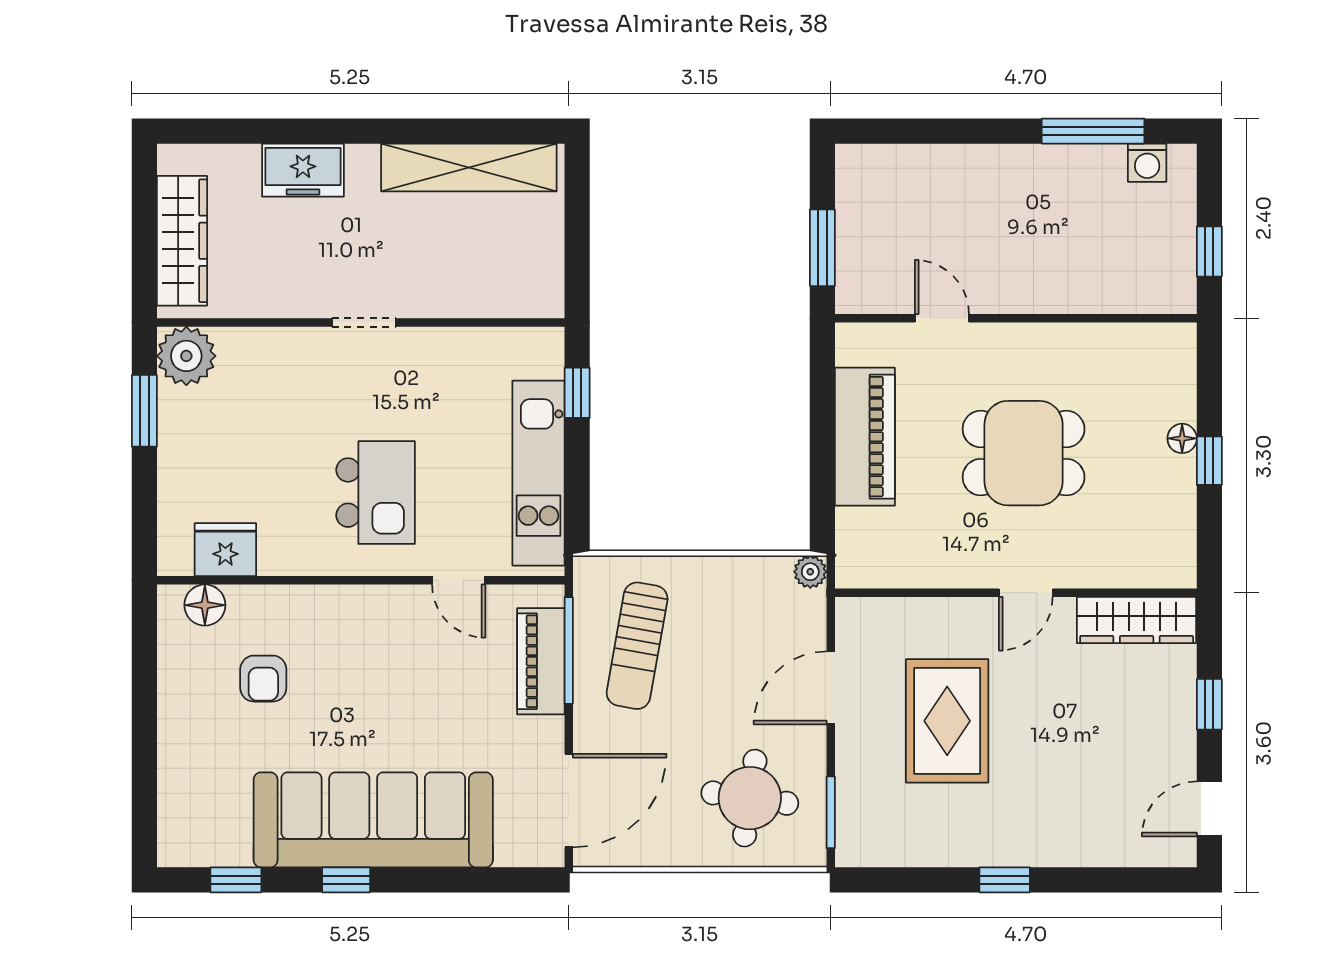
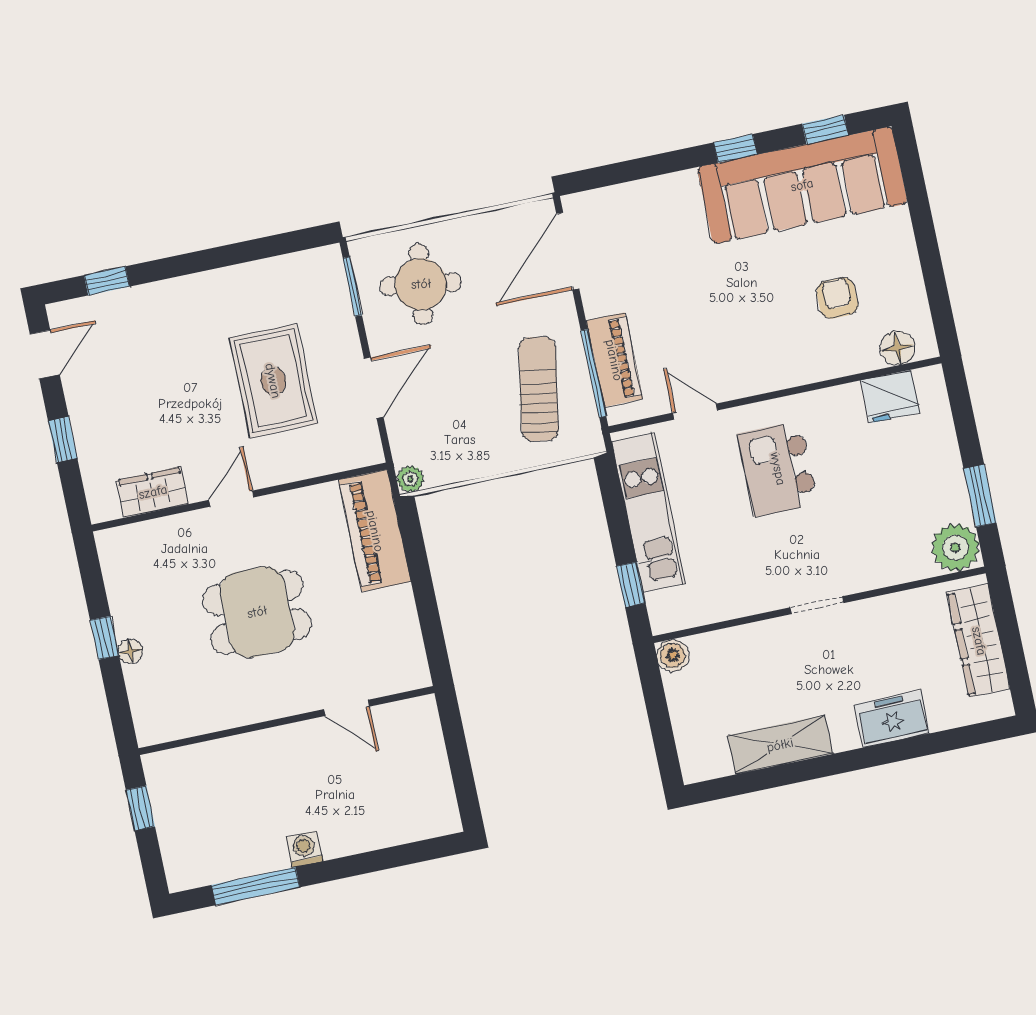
washing machine: (1147, 163) -> (304, 849), moved
shelving: (469, 168) -> (780, 745), width x0.68
window: (822, 248) -> (456, 745), removed
boiler: (545, 299) -> (673, 655), added
piano: (865, 437) -> (375, 531), moved
wardrobe: (1137, 620) -> (153, 492), width x0.67
sofa: (373, 820) -> (802, 185), moved
window: (1005, 880) -> (107, 281), moved

